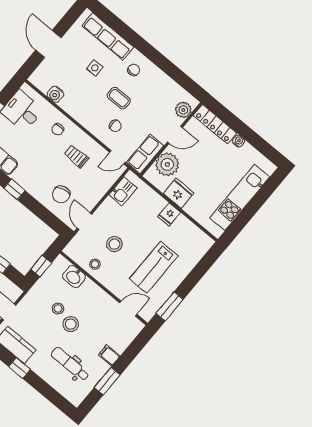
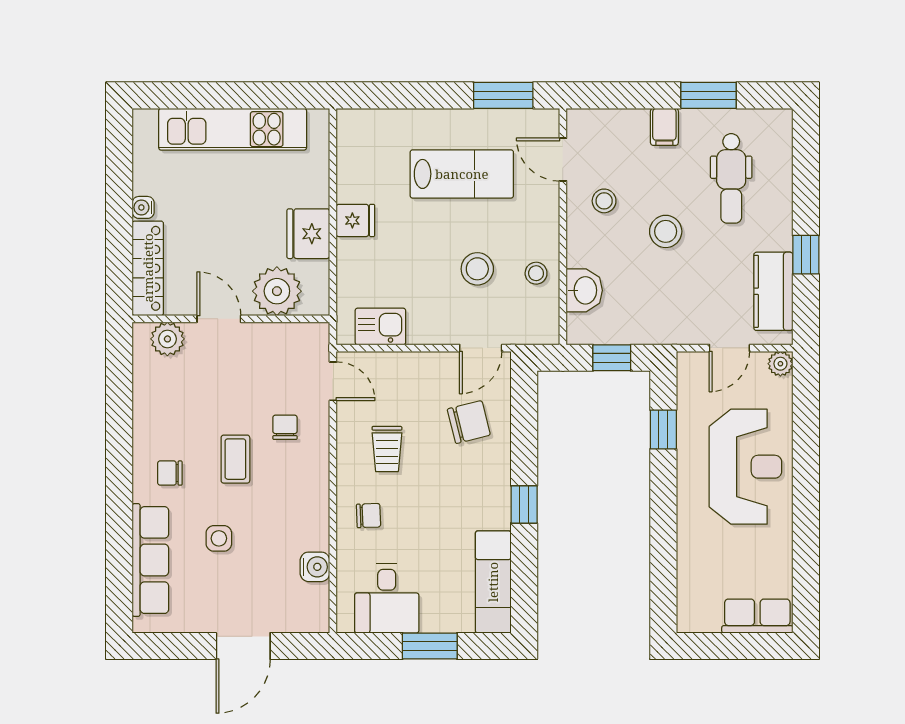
row of seats: (145, 154) -> (290, 341), removed
stool: (58, 309) -> (604, 201), moved

